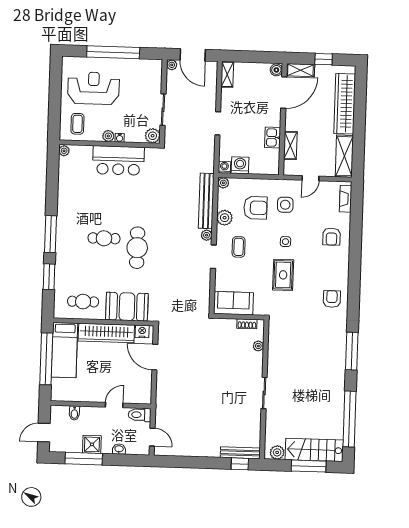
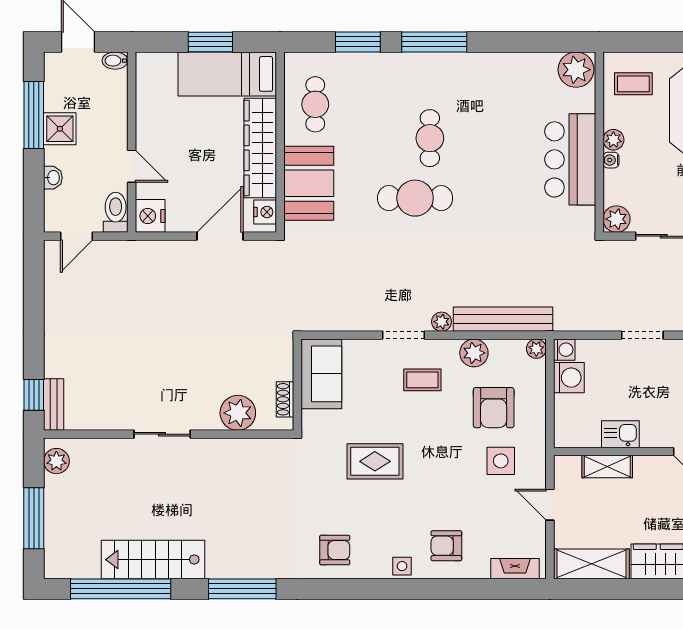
plant: (64, 151) -> (576, 70), width x1.88, depth x1.88
side table: (286, 242) -> (402, 566), moved
plant: (258, 346) -> (238, 413), width x1.87, depth x1.87
window: (46, 359) -> (210, 42), width x0.47
nightstand: (142, 396) -> (150, 216), added
bidet: (74, 413) -> (115, 61), moved
stairs: (314, 450) -> (153, 560), moved, turned -90
bench: (240, 453) -> (54, 404), width x0.73

